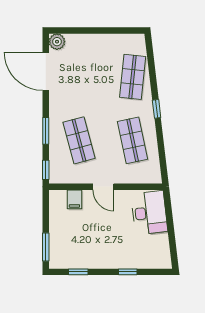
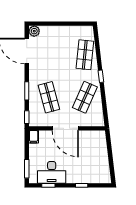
shop shelf: (133, 140) -> (85, 97), turned 36
door: (103, 187) -> (65, 128), width x1.88
filing cabinet: (74, 199) -> (34, 137), moved
desk: (149, 213) -> (52, 172), moved, turned 97

